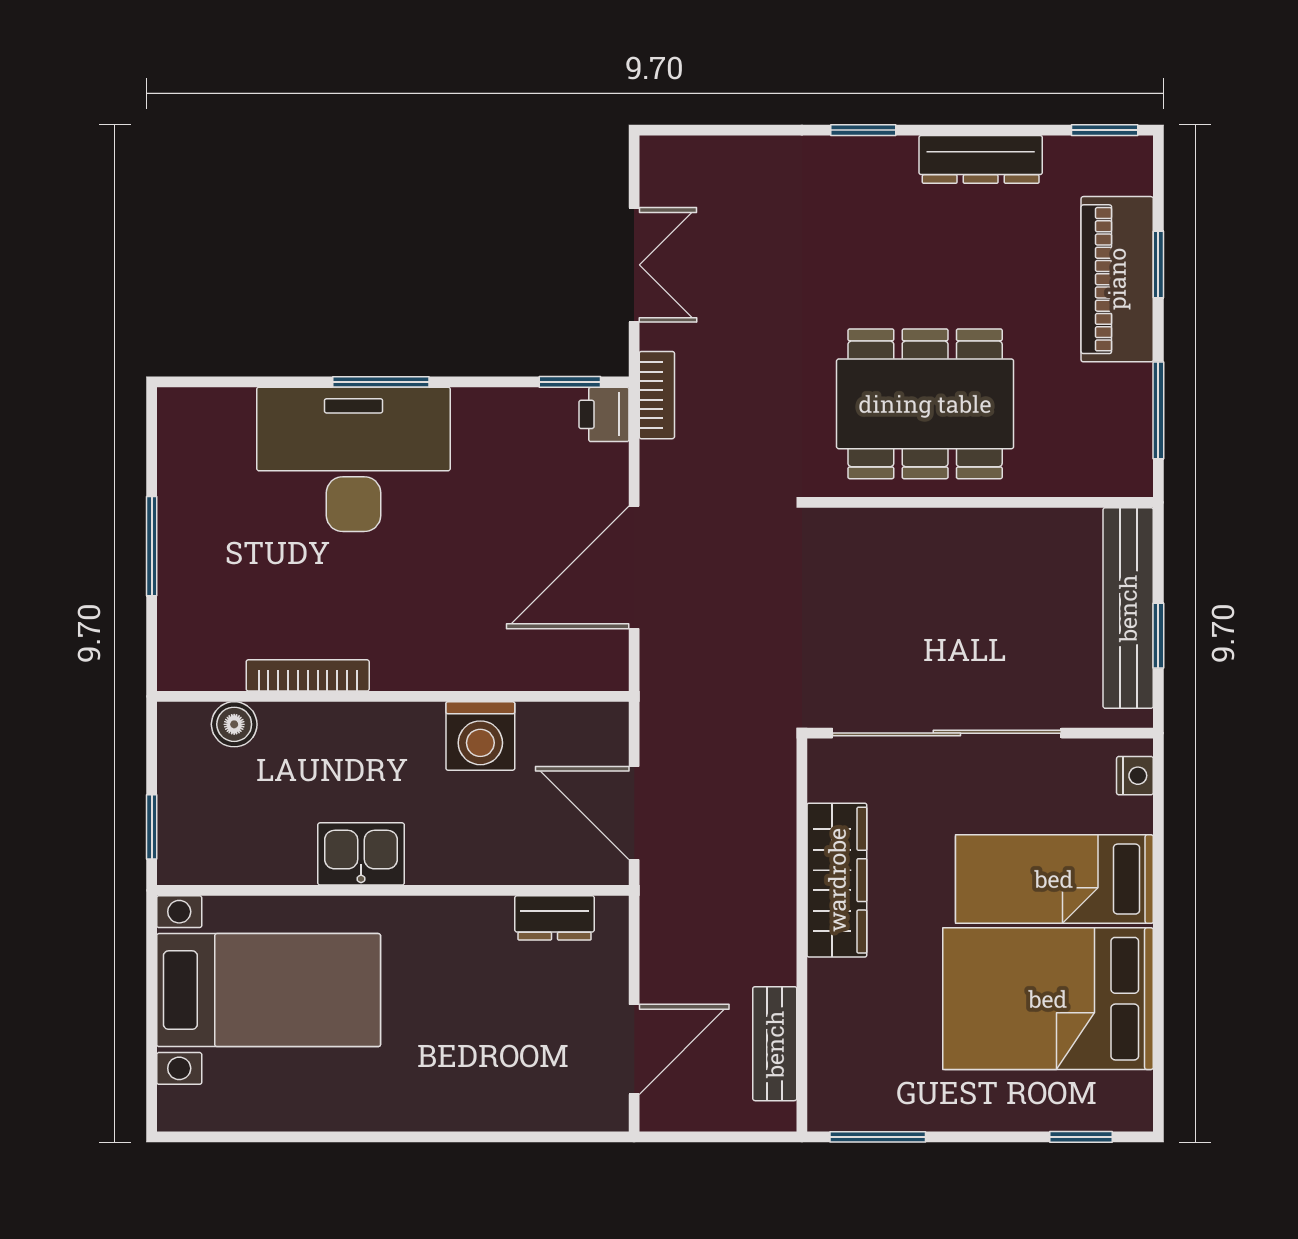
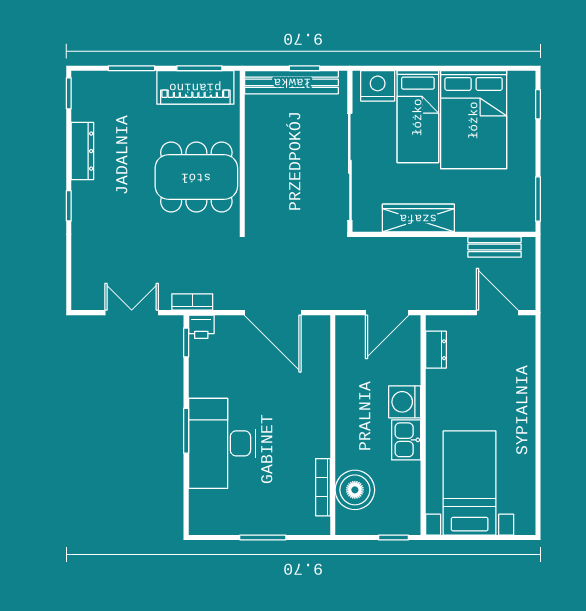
window: (1158, 265) -> (131, 68), width x1.50
piano: (1117, 279) -> (195, 87), moved
dining table: (925, 404) -> (196, 177), turned 90
bookcase: (308, 675) -> (323, 487), moved
boiler: (234, 724) -> (355, 490), width x1.86, depth x1.86
washing machine: (480, 736) -> (405, 402), moved, turned 180
nightstand: (1135, 776) -> (378, 86), width x1.89, depth x1.79

